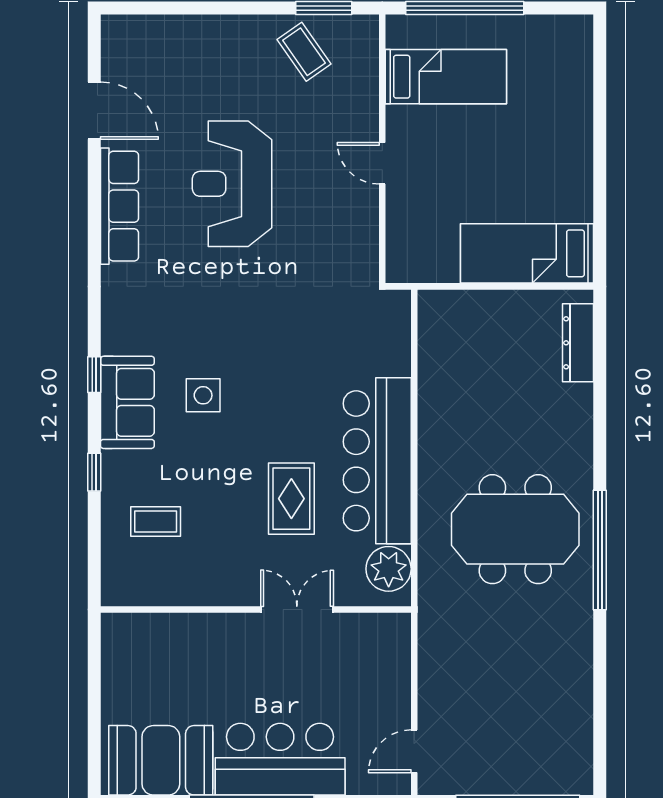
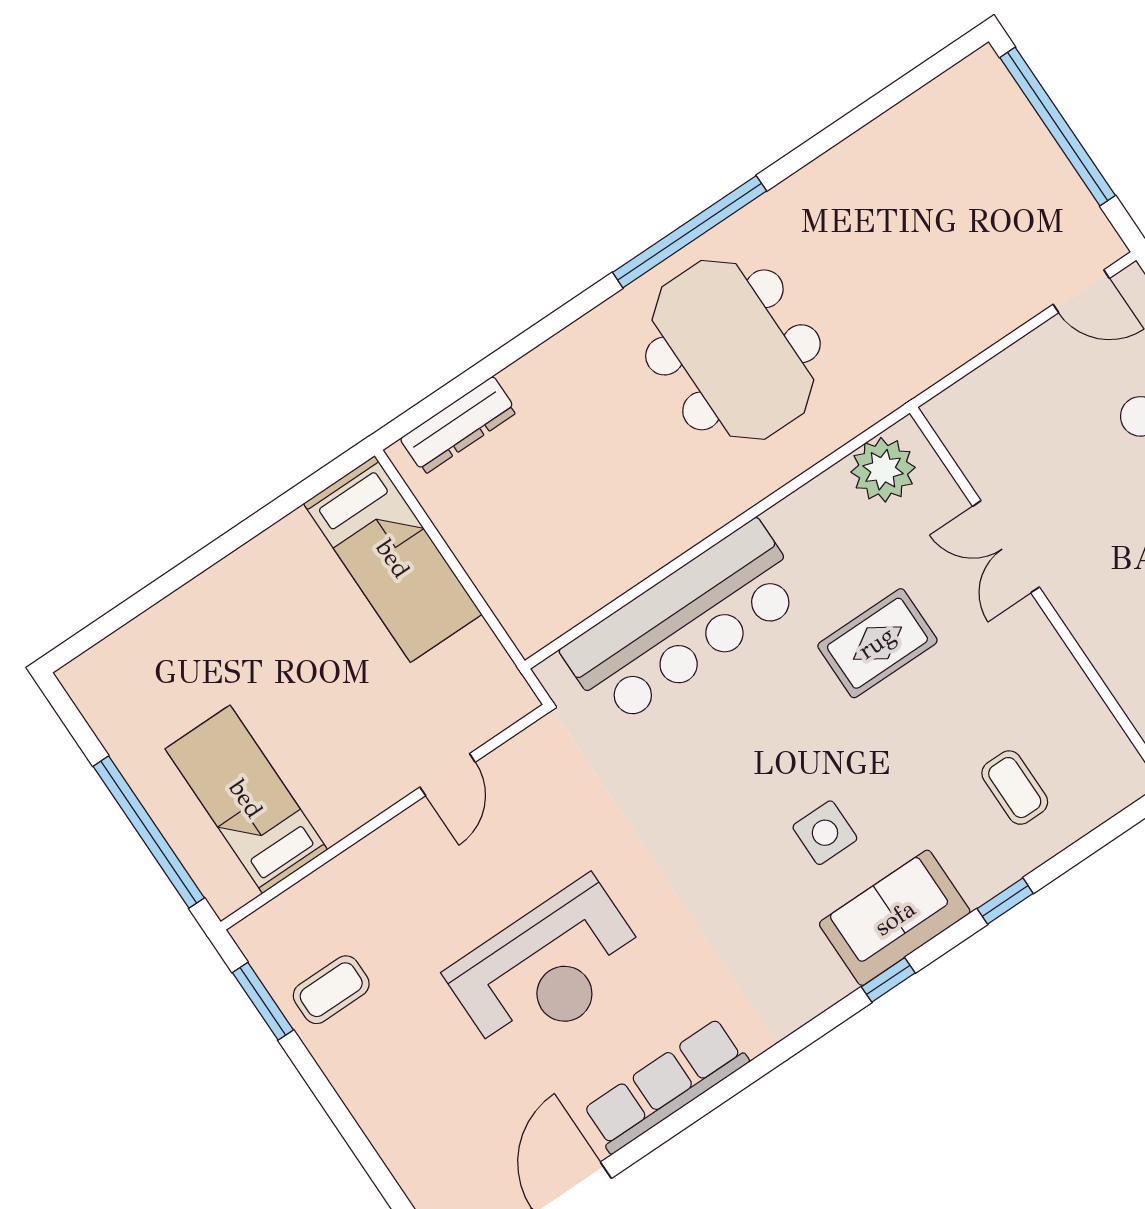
coffee table: (304, 52) -> (331, 990), turned 35
door: (382, 163) -> (448, 775), moved
bar counter: (377, 461) -> (685, 624), moved

